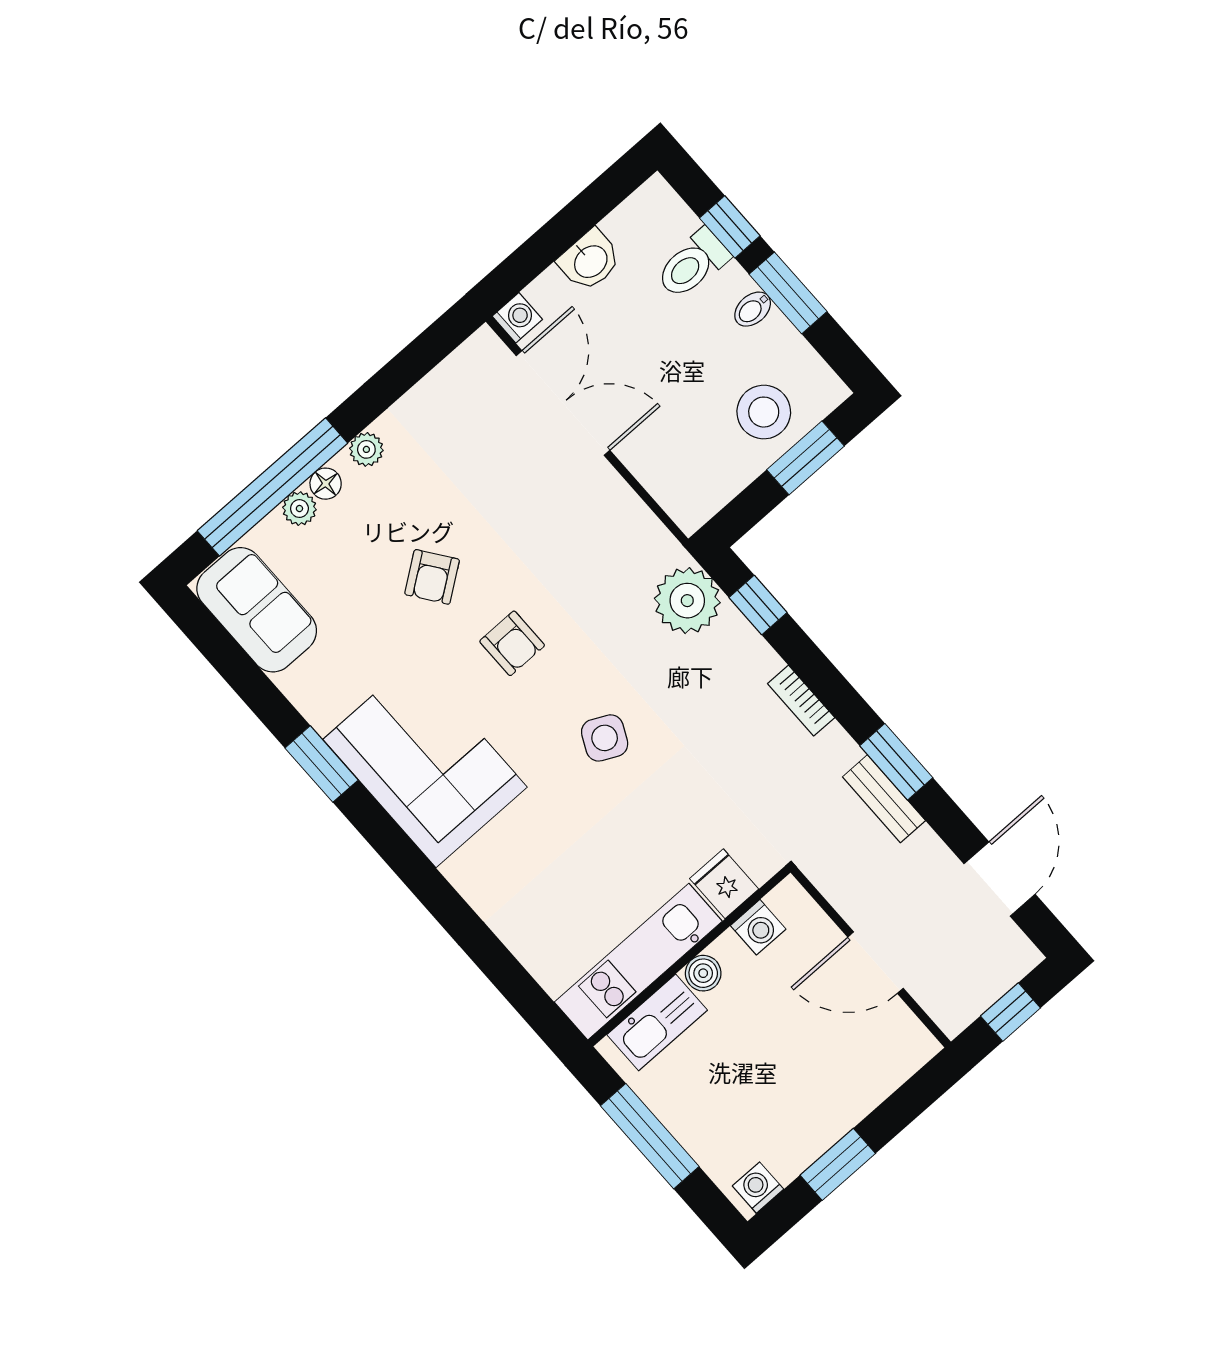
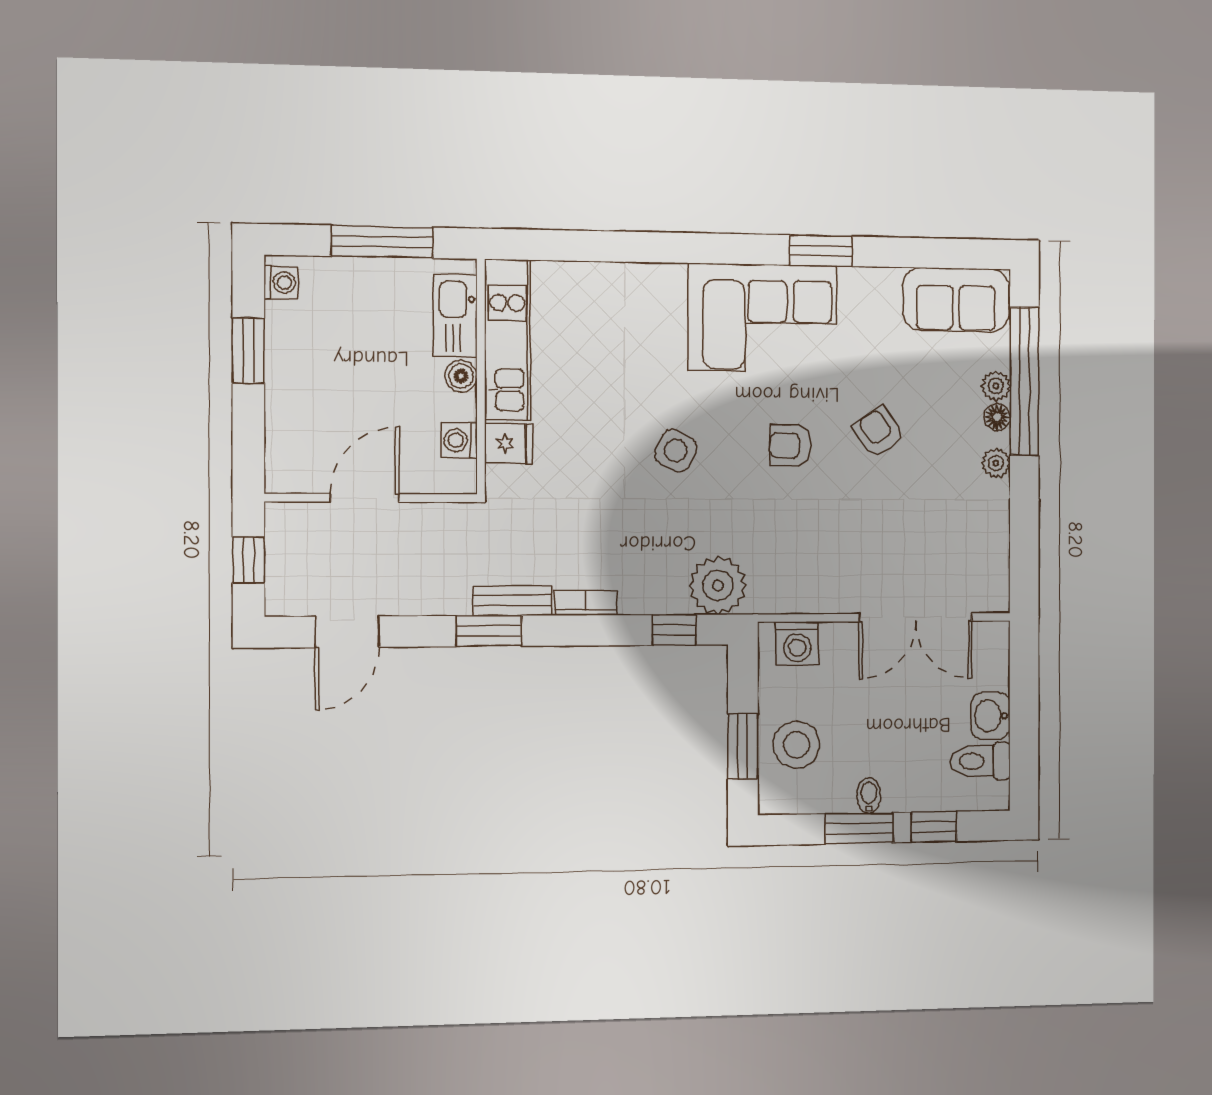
toilet: (693, 264) -> (980, 761), moved, turned -90
washing machine: (517, 318) -> (797, 643), moved, width x1.38, depth x1.38
bench: (884, 799) -> (513, 601), moved
door: (1000, 879) -> (347, 632), hinge flipped

